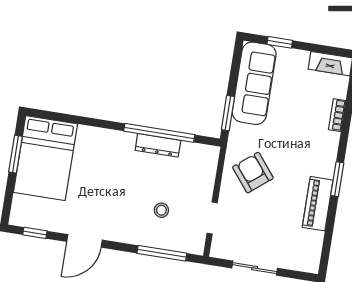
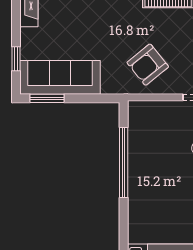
window: (228, 113) -> (47, 98), moved
dresser: (158, 145) -> (136, 162), removed

